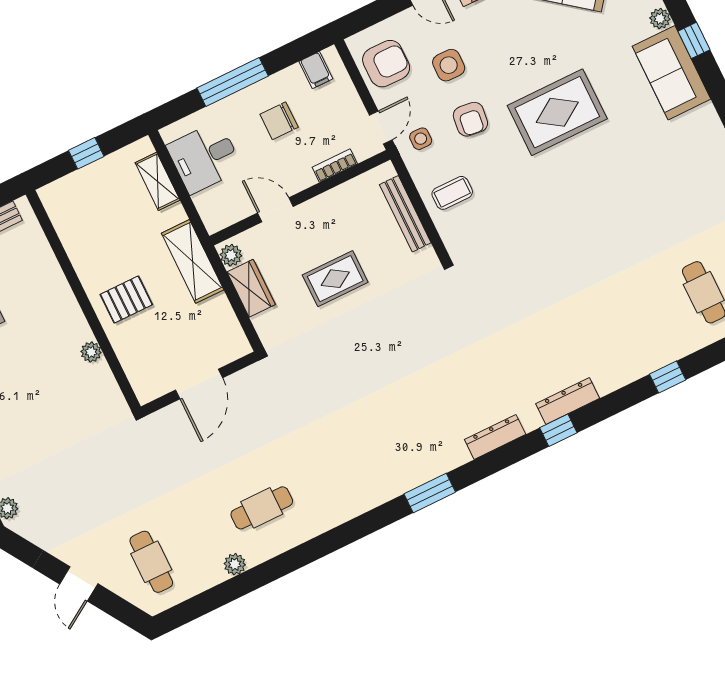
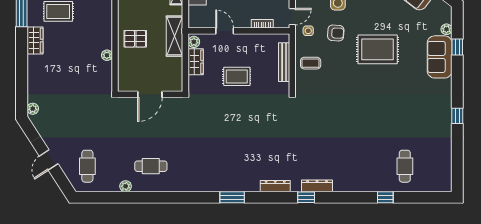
armchair: (470, 119) -> (336, 33), turned -94
window: (668, 377) -> (385, 197), moved

